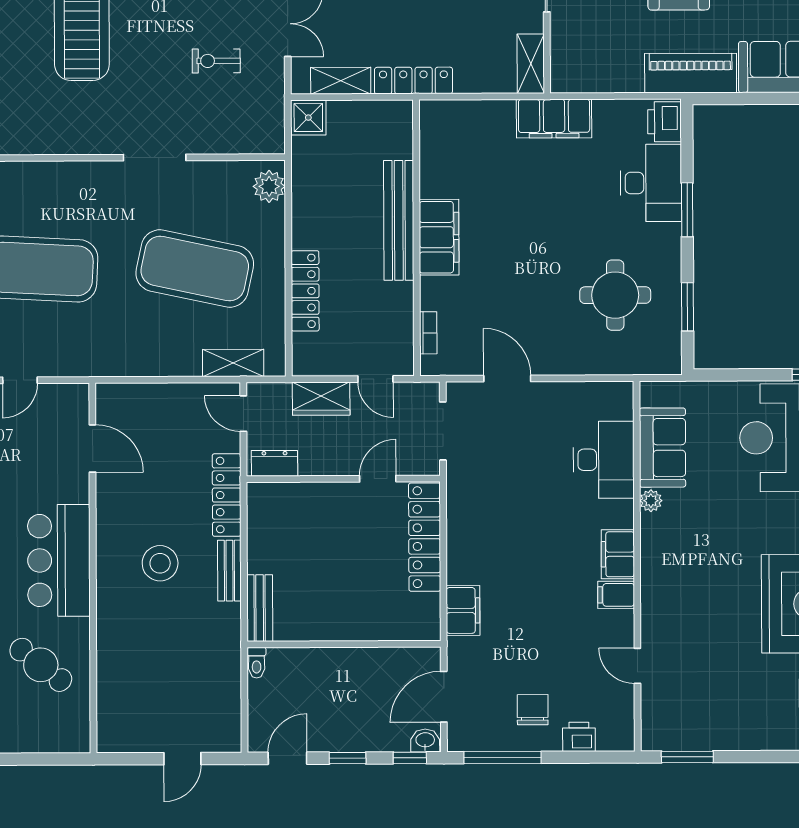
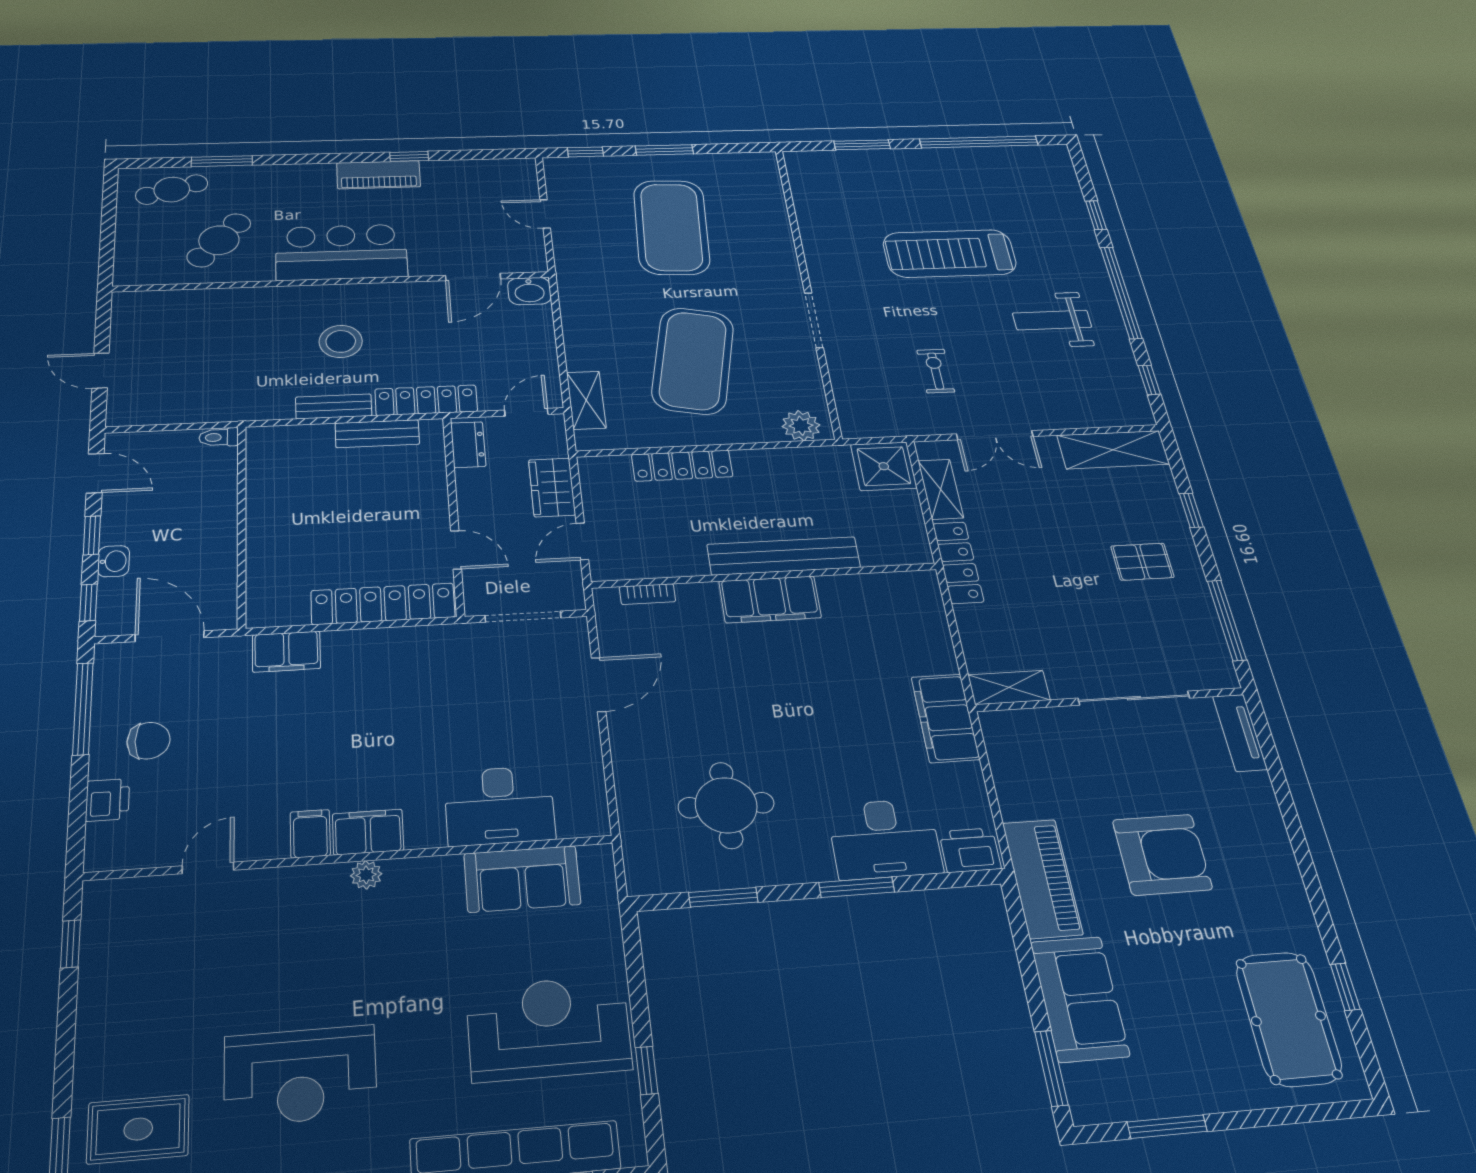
shower: (308, 118) -> (884, 466), width x1.36, depth x1.36
washbasin: (111, 401) -> (529, 291), added
plant: (651, 501) -> (366, 875), moved
bench: (260, 608) -> (377, 434), moved
washbasin: (425, 741) -> (114, 561), moved
window: (687, 757) -> (70, 944), width x0.67

